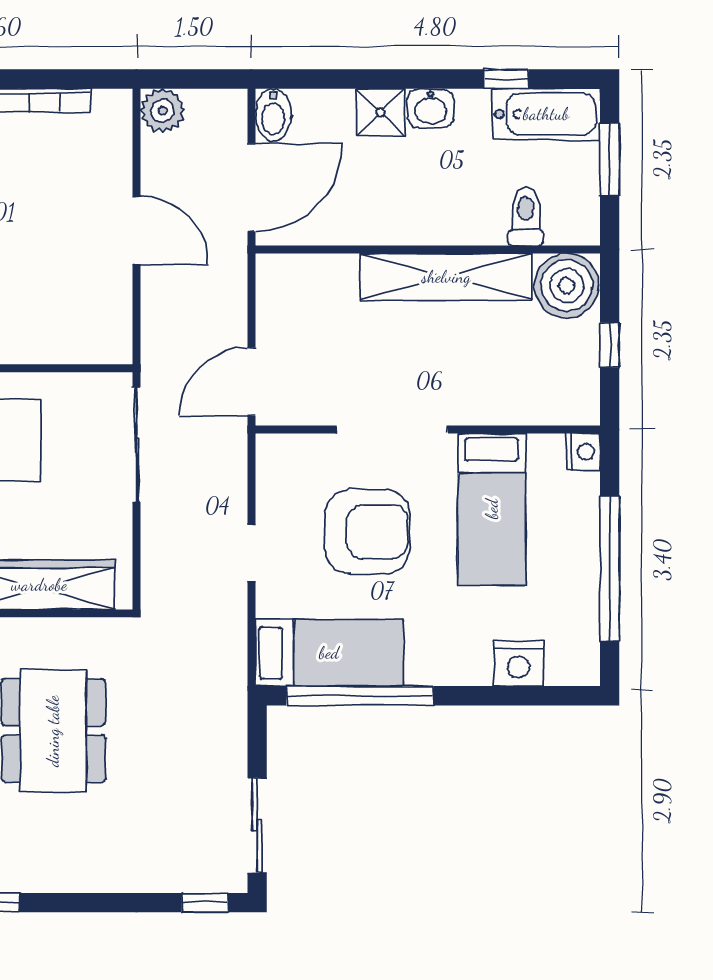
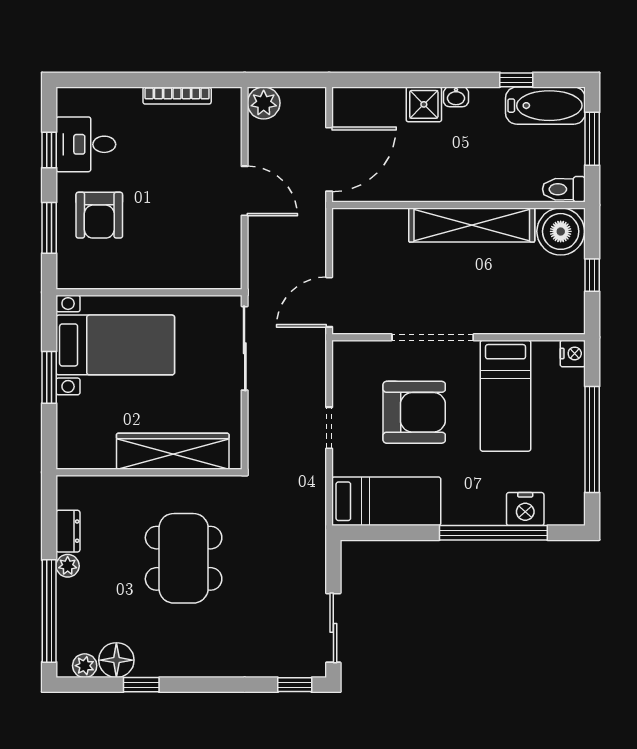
washbasin: (431, 108) -> (456, 97), width x0.72, depth x0.69
bidet: (273, 115) -> (345, 106), removed
toilet: (526, 217) -> (564, 189), moved, turned -90
window: (360, 696) -> (493, 533), moved

